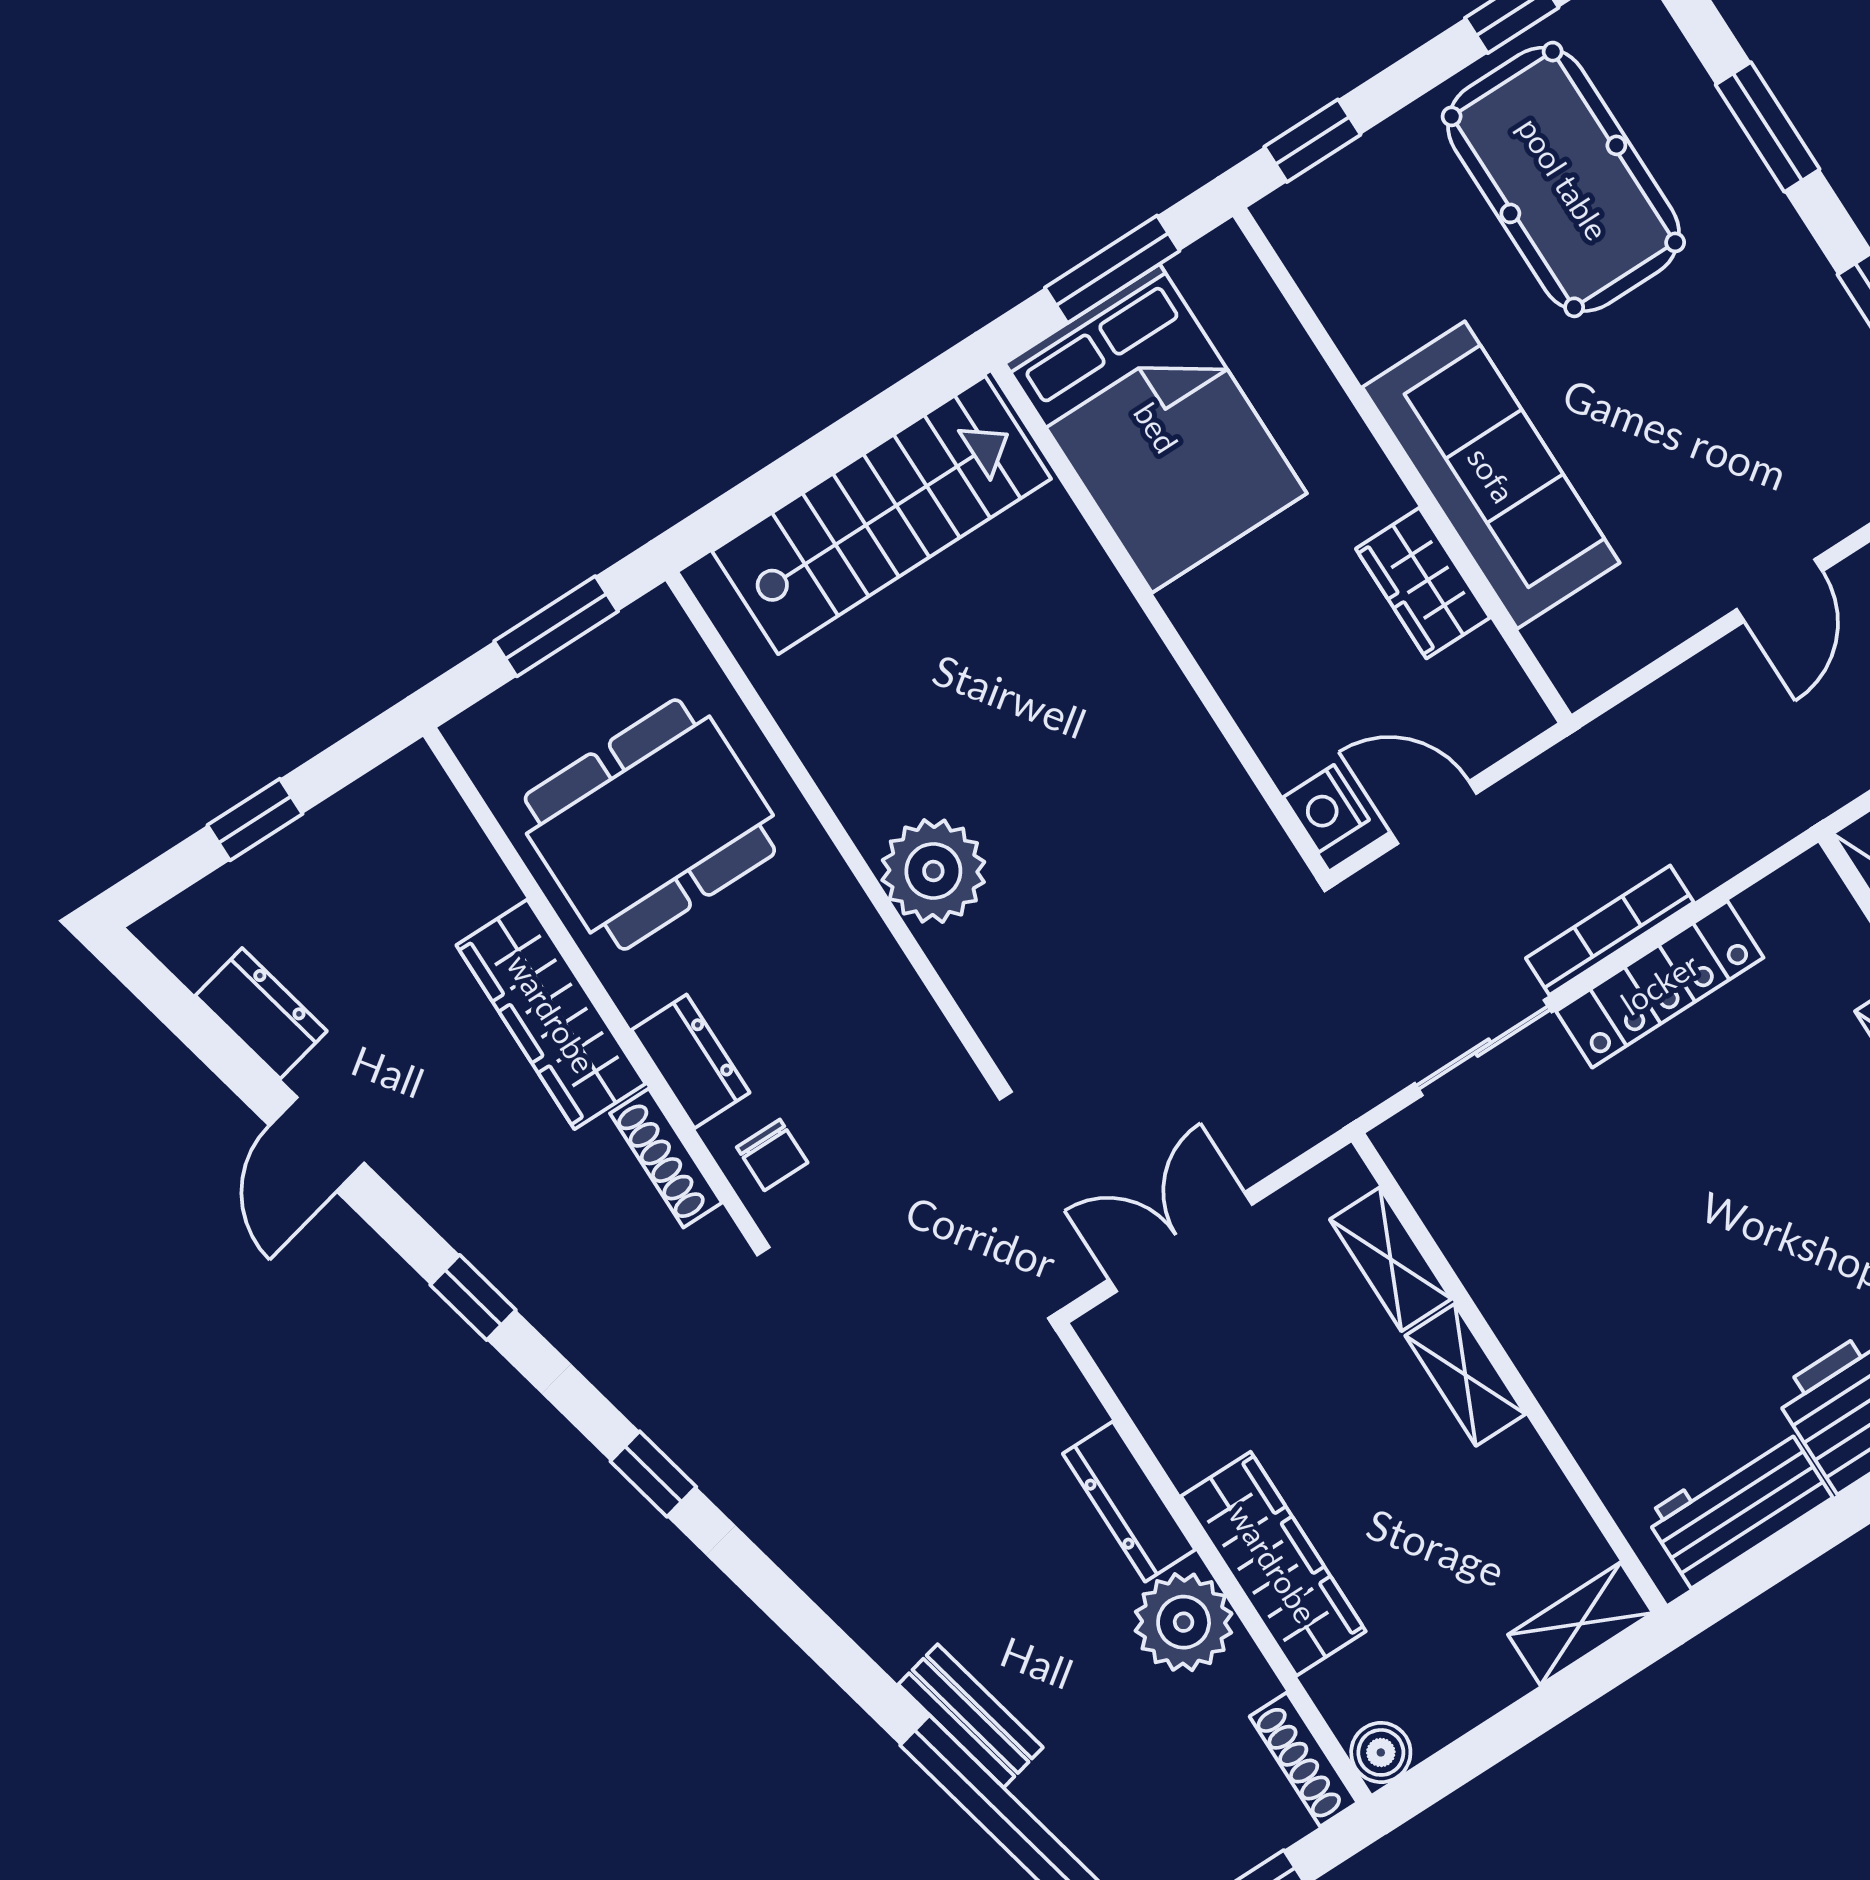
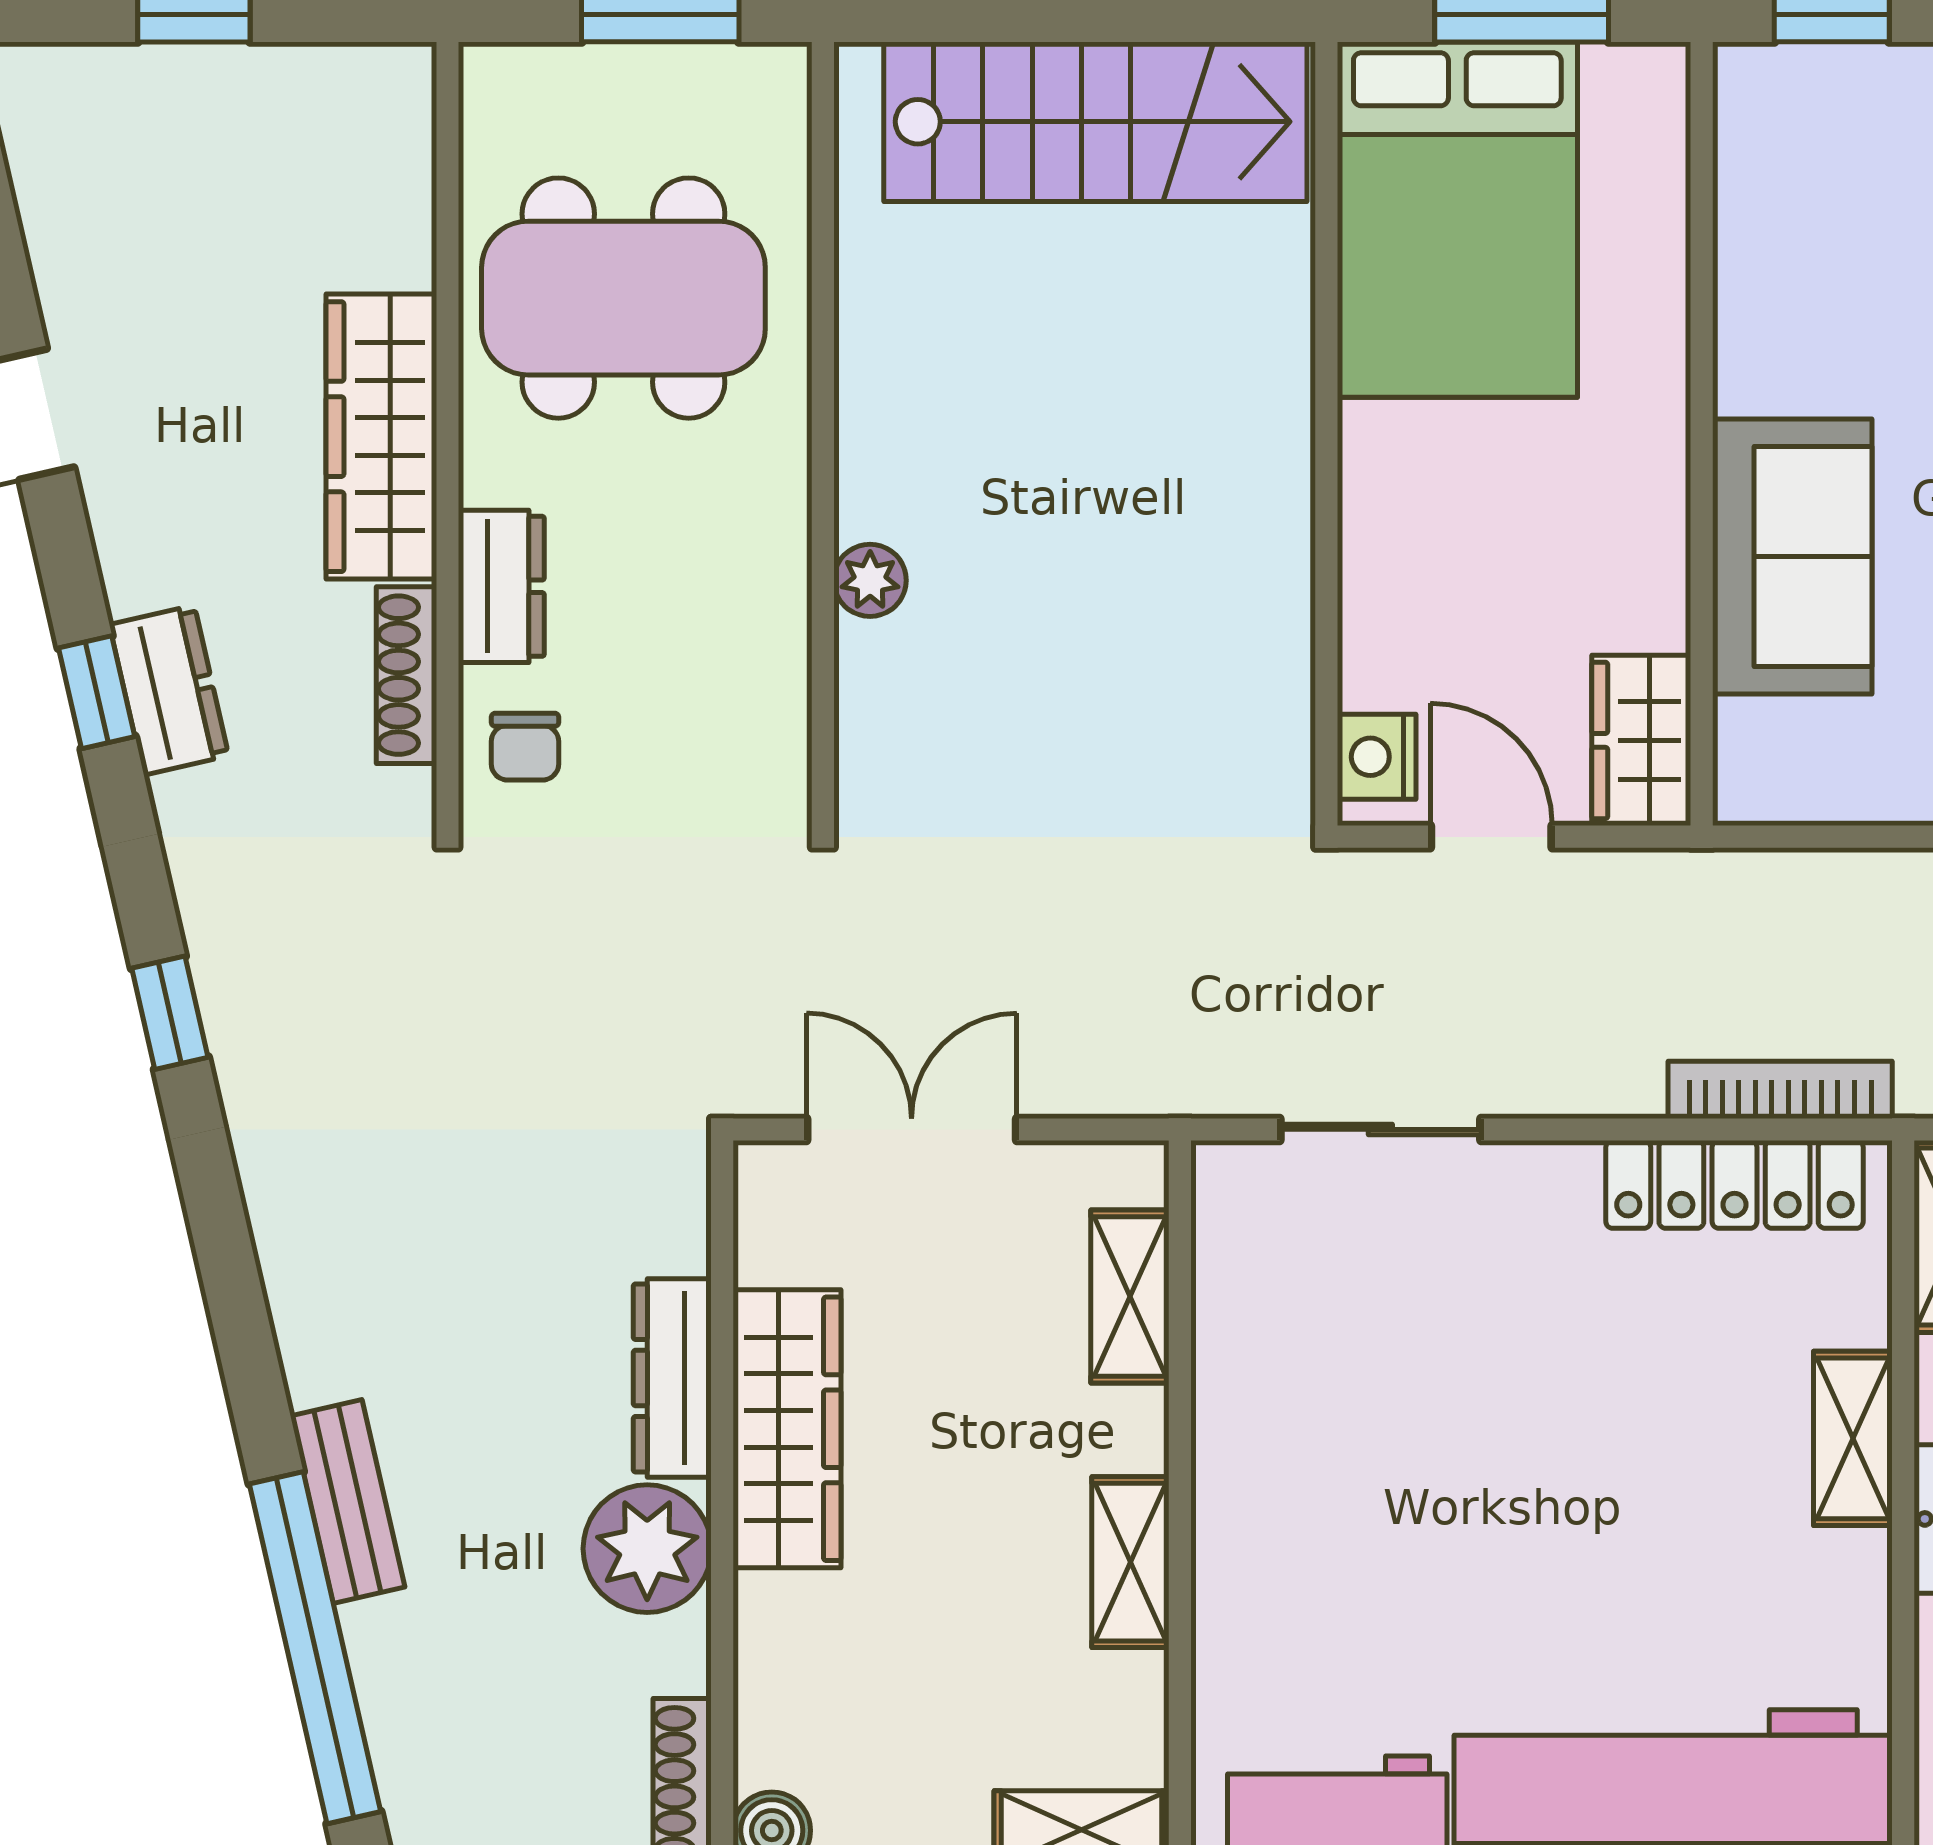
sofa: (1491, 475) -> (1792, 556), width x0.73
wardrobe: (1423, 583) -> (1641, 740), moved
plant: (933, 871) -> (870, 580), width x0.53, depth x0.53
bookcase: (1610, 930) -> (1780, 1090), moved
locker: (1660, 984) -> (1734, 1184), moved
dresser: (261, 1013) -> (169, 690), moved
shelving: (1465, 1375) -> (1130, 1562), moved
wardrobe: (1273, 1564) -> (787, 1429), moved

